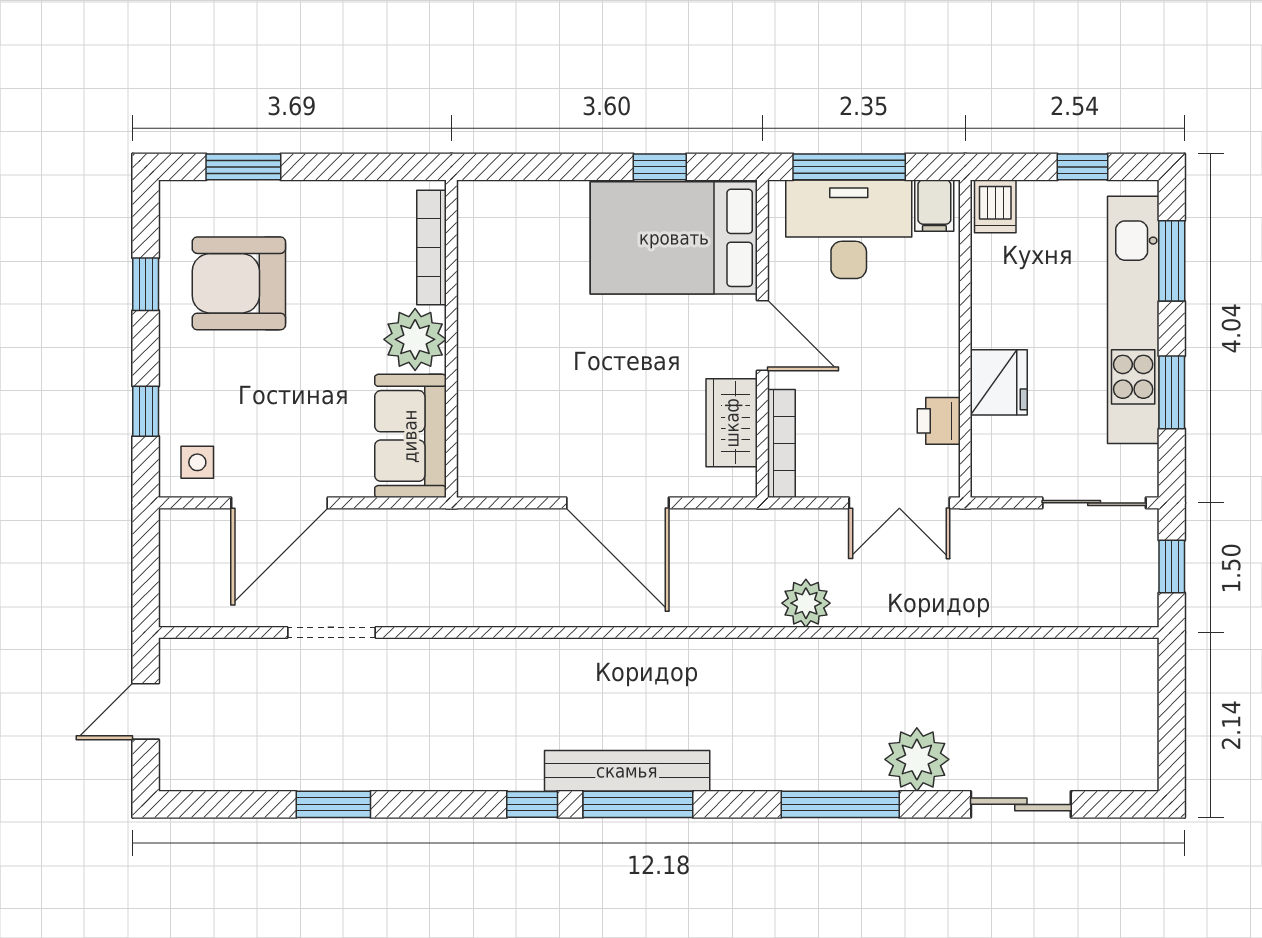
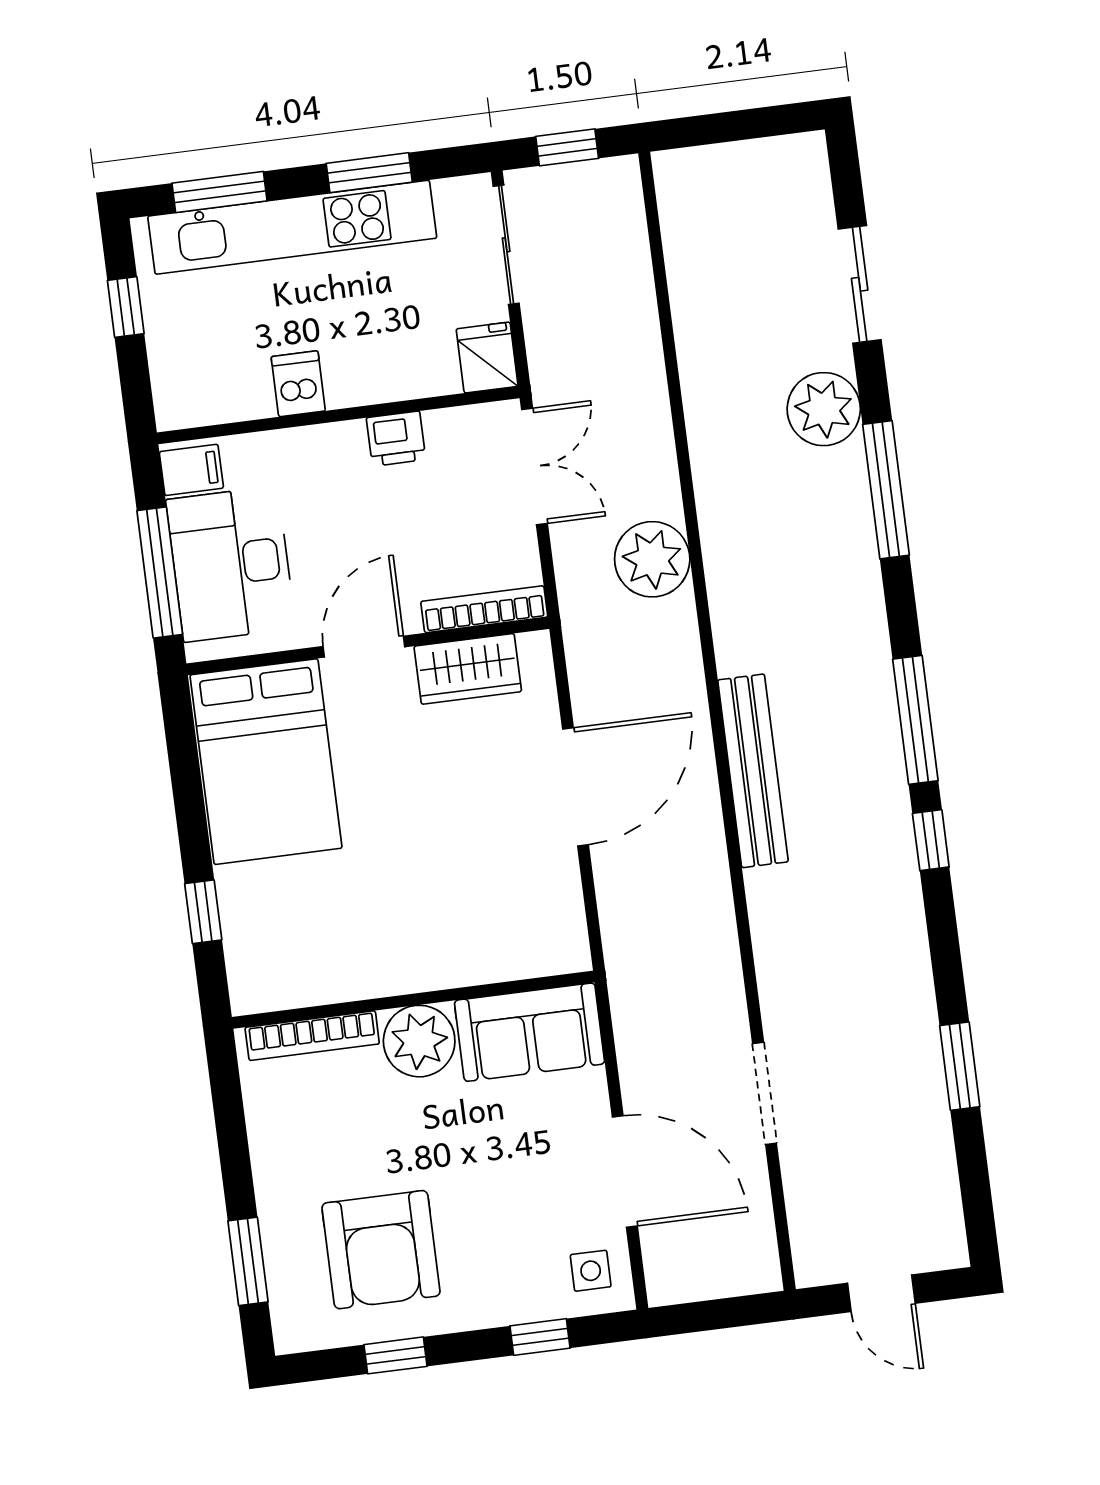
window: (660, 167) -> (203, 912), moved
dishwasher: (995, 206) -> (298, 384), moved, turned -90
fridge: (999, 382) -> (487, 358), moved, width x0.72
printer: (939, 421) -> (396, 439), moved
plant: (806, 603) -> (652, 559), width x1.36, depth x1.36
bench: (627, 771) -> (753, 771), moved

